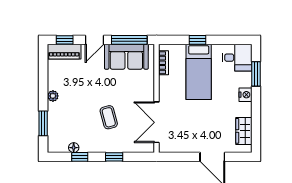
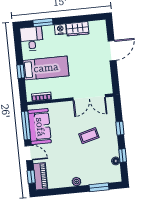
wardrobe: (244, 131) -> (78, 29), moved

